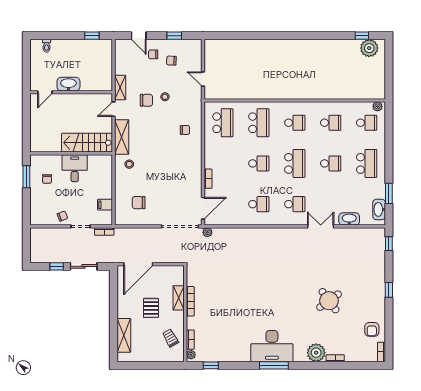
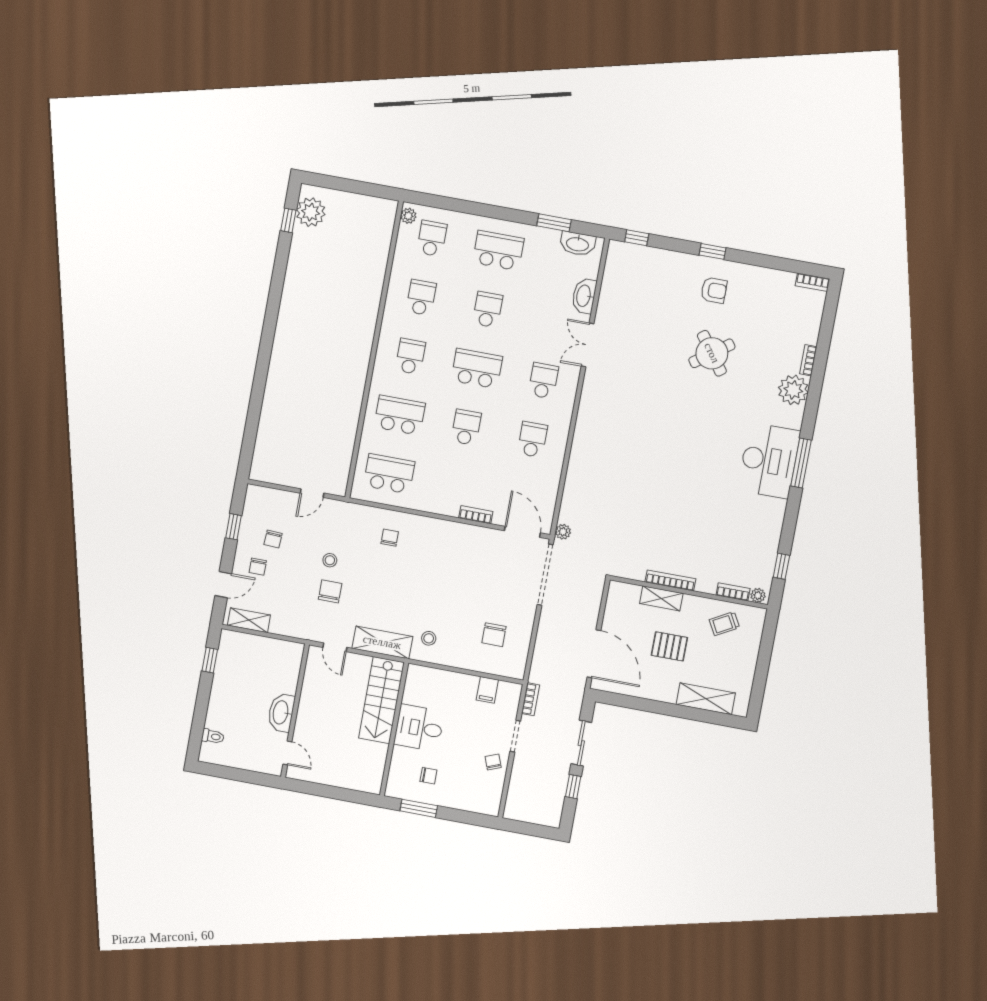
shelving: (120, 87) -> (249, 620), moved
armchair: (372, 329) -> (714, 290), moved

